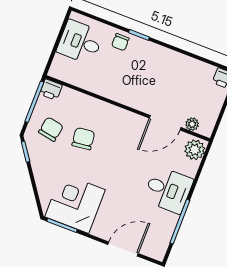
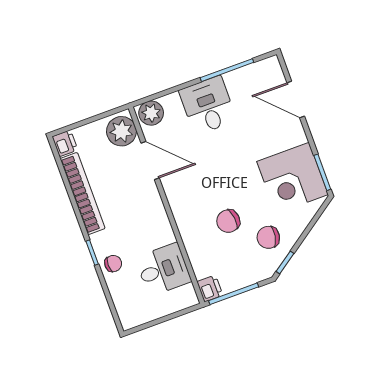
desk: (80, 42) -> (163, 269), moved, turned -90
bookcase: (182, 62) -> (83, 193), added
plant: (192, 124) -> (121, 131), width x1.87, depth x1.87
chair: (51, 129) -> (268, 237), moved

